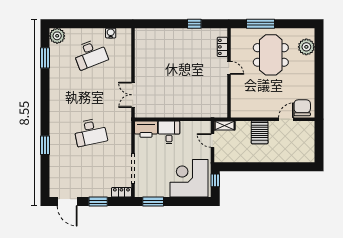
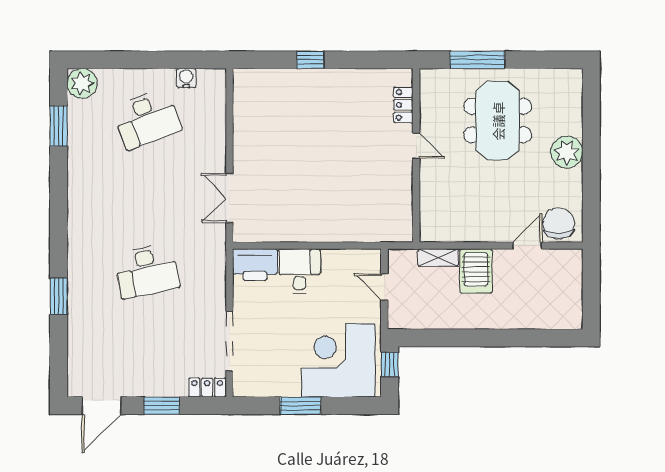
window: (194, 24) -> (310, 60), moved
plant: (306, 47) -> (567, 152), moved
shelving: (225, 125) -> (438, 258), moved
door: (67, 202) -> (101, 406), hinge flipped
window: (153, 202) -> (300, 406), moved

